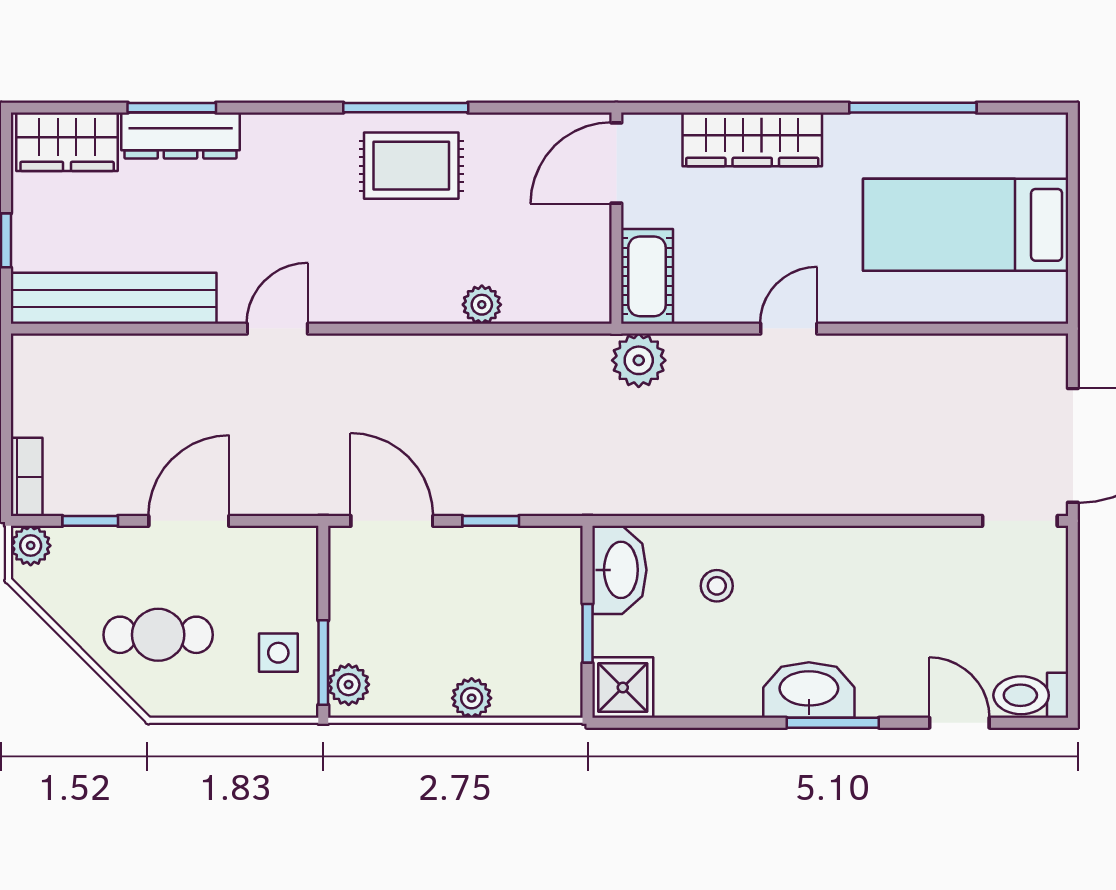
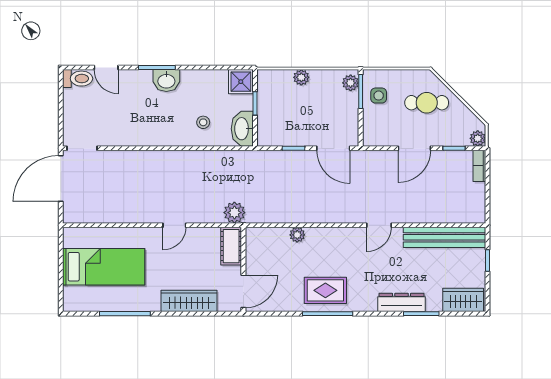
dresser: (181, 136) -> (402, 302), moved
washbasin: (809, 690) -> (166, 81), width x0.72

